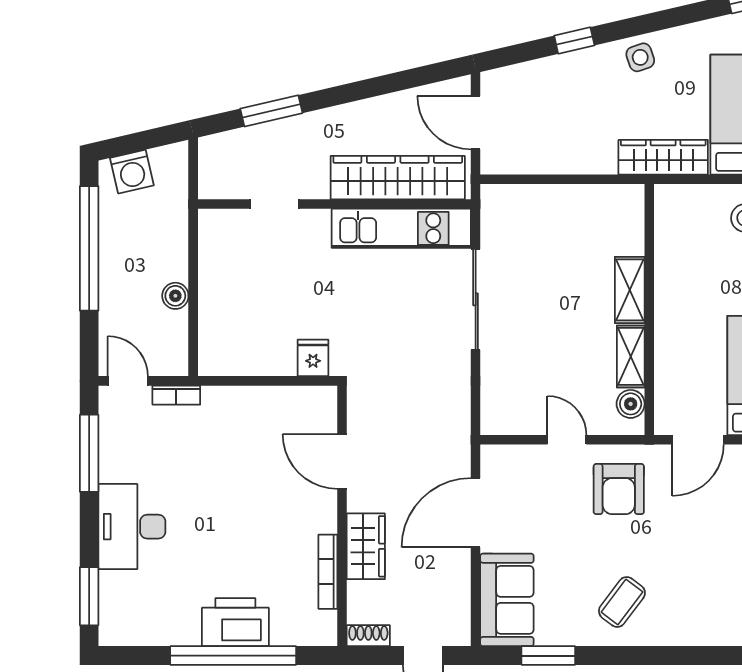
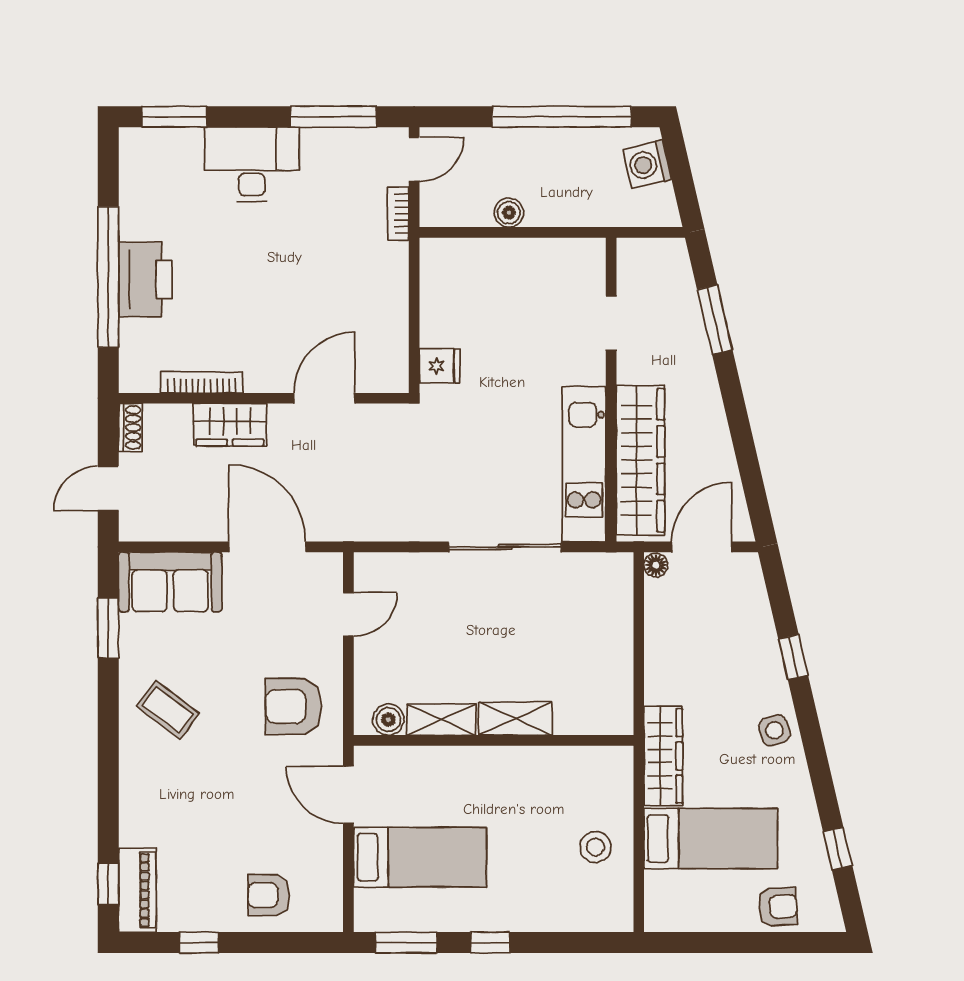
floor lamp: (492, 164) -> (656, 565), added
door: (567, 440) -> (348, 614), moved

